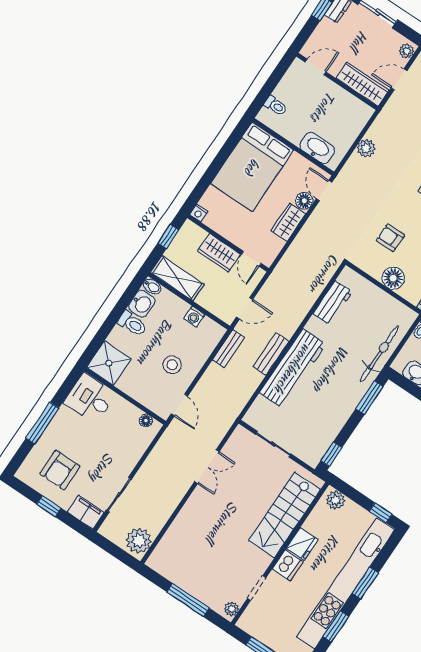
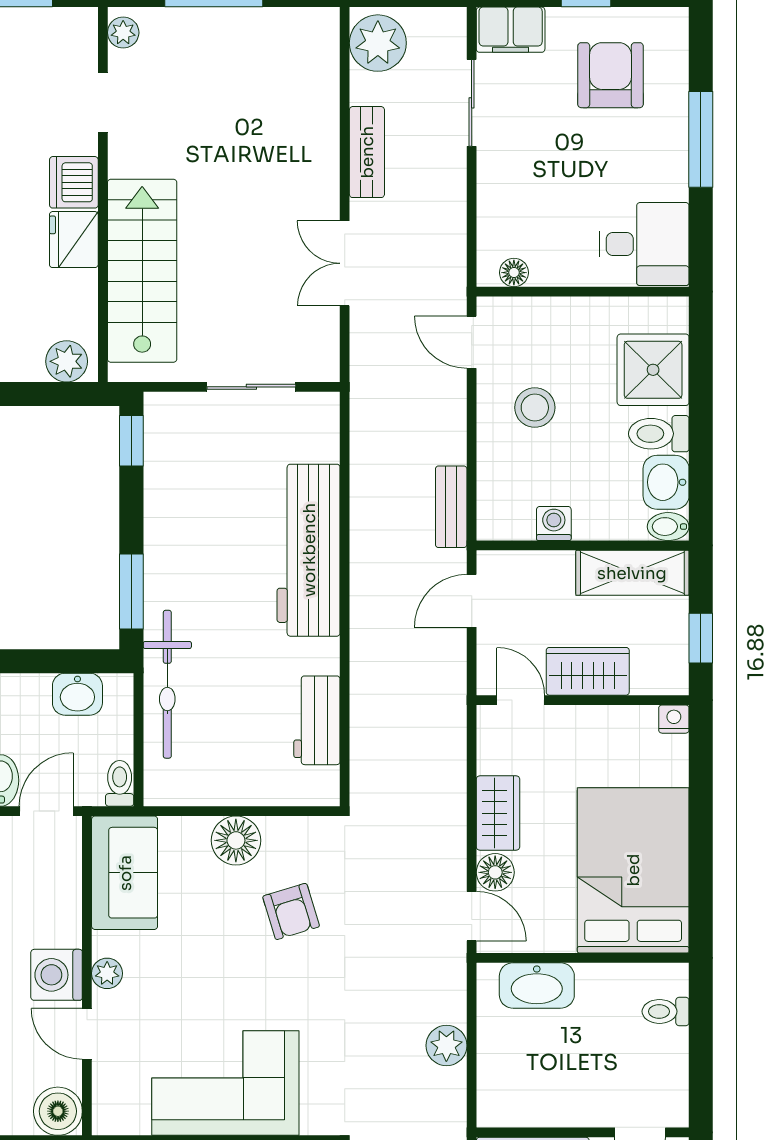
armchair: (390, 238) -> (291, 911), turned 73
bench: (271, 354) -> (367, 152), moved
shower: (109, 363) -> (653, 370), moved

